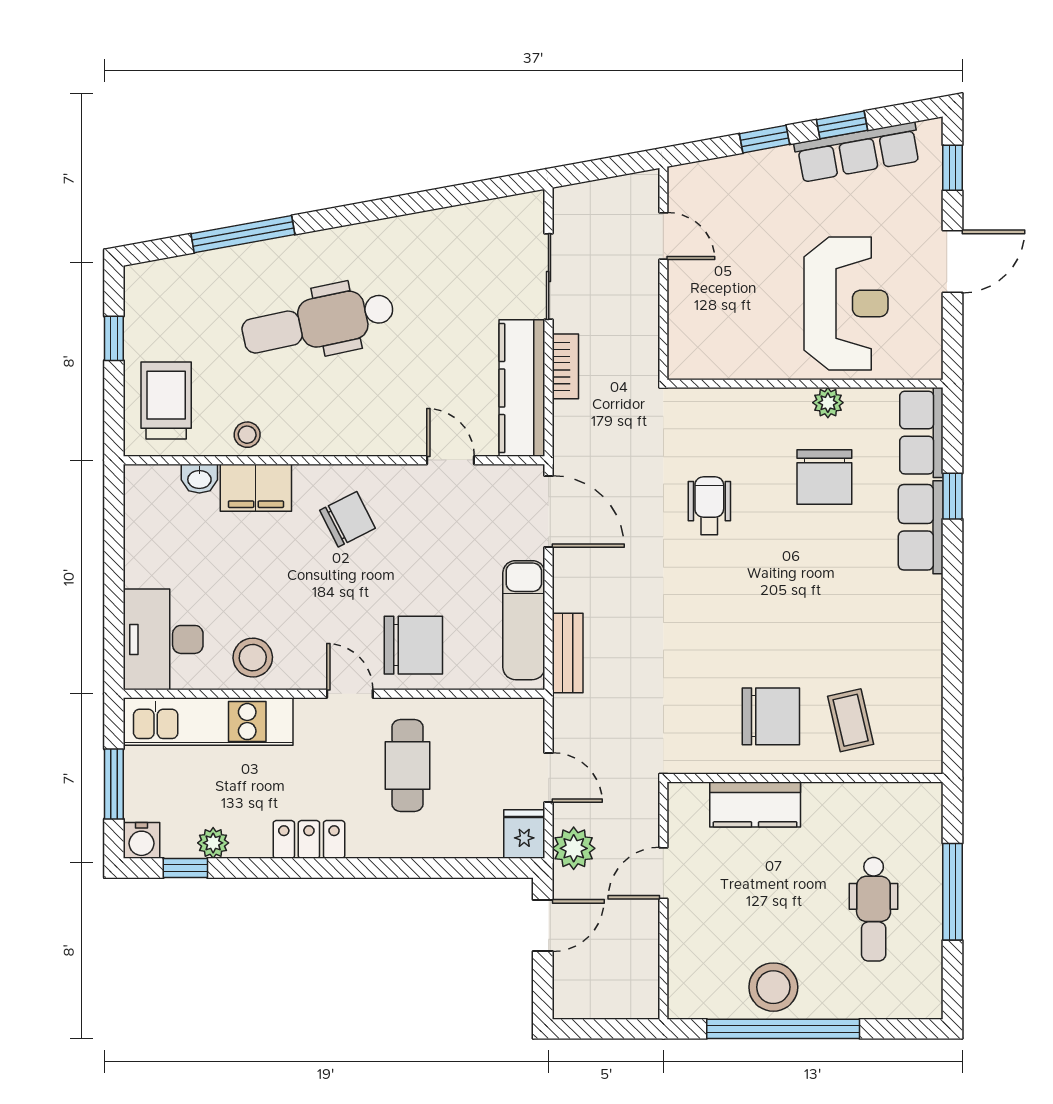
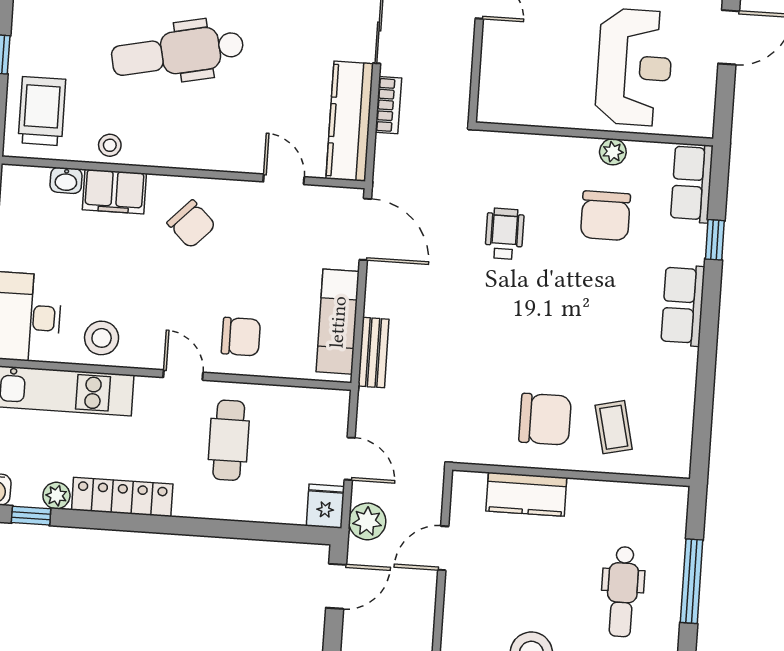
chair: (347, 519) -> (191, 224), turned 71
row of seats: (921, 527) -> (683, 305), moved
chair: (413, 645) -> (241, 337), width x0.73, depth x0.73
locker: (309, 839) -> (122, 497), width x1.53

